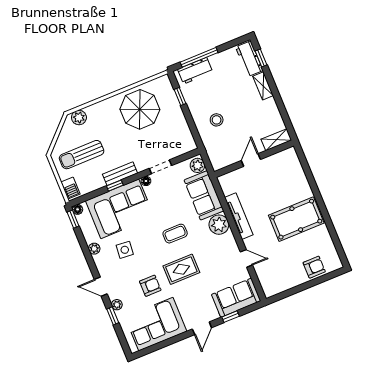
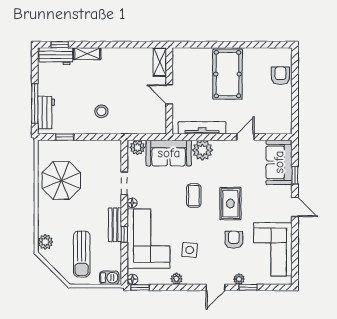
shelving: (276, 140) -> (160, 62), moved
wall: (254, 159) -> (169, 91), moved
door: (251, 160) -> (169, 94), moved

